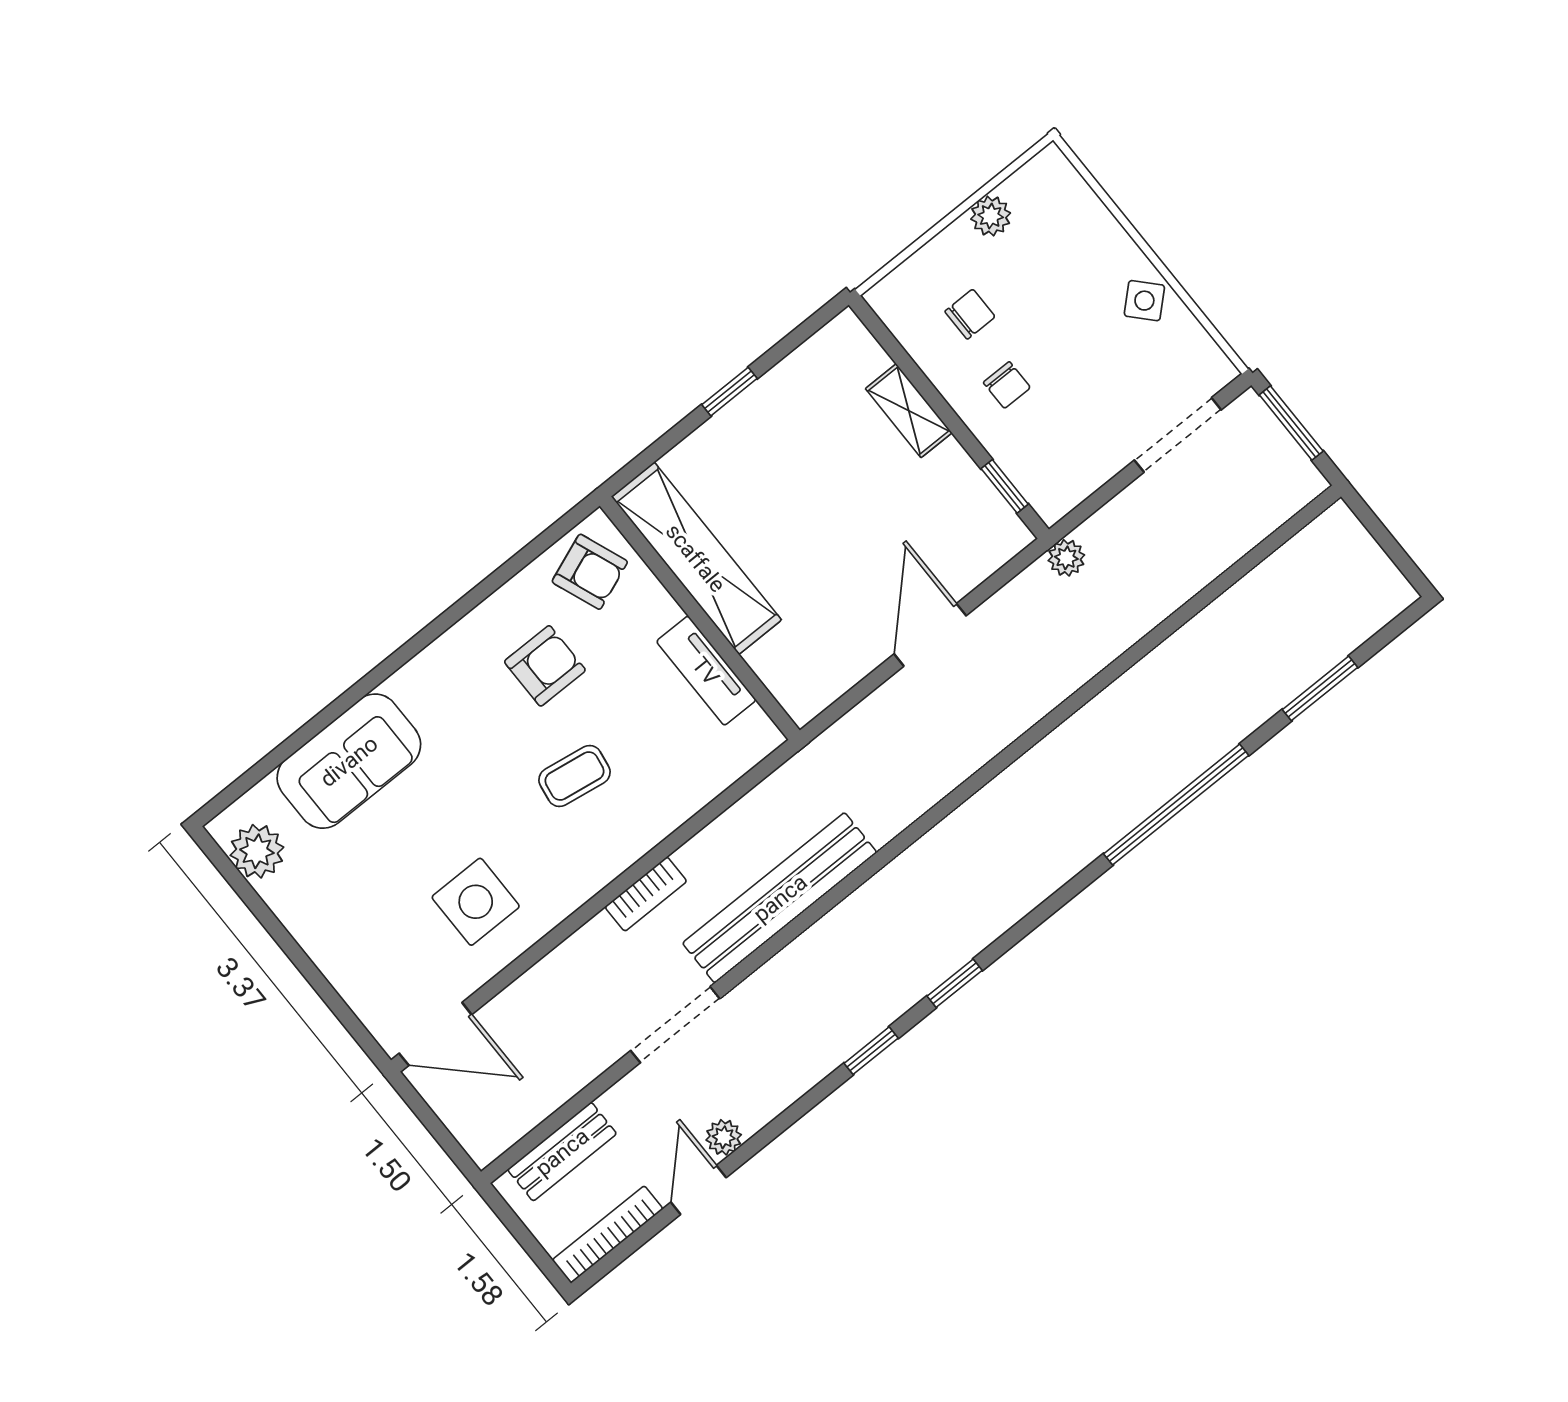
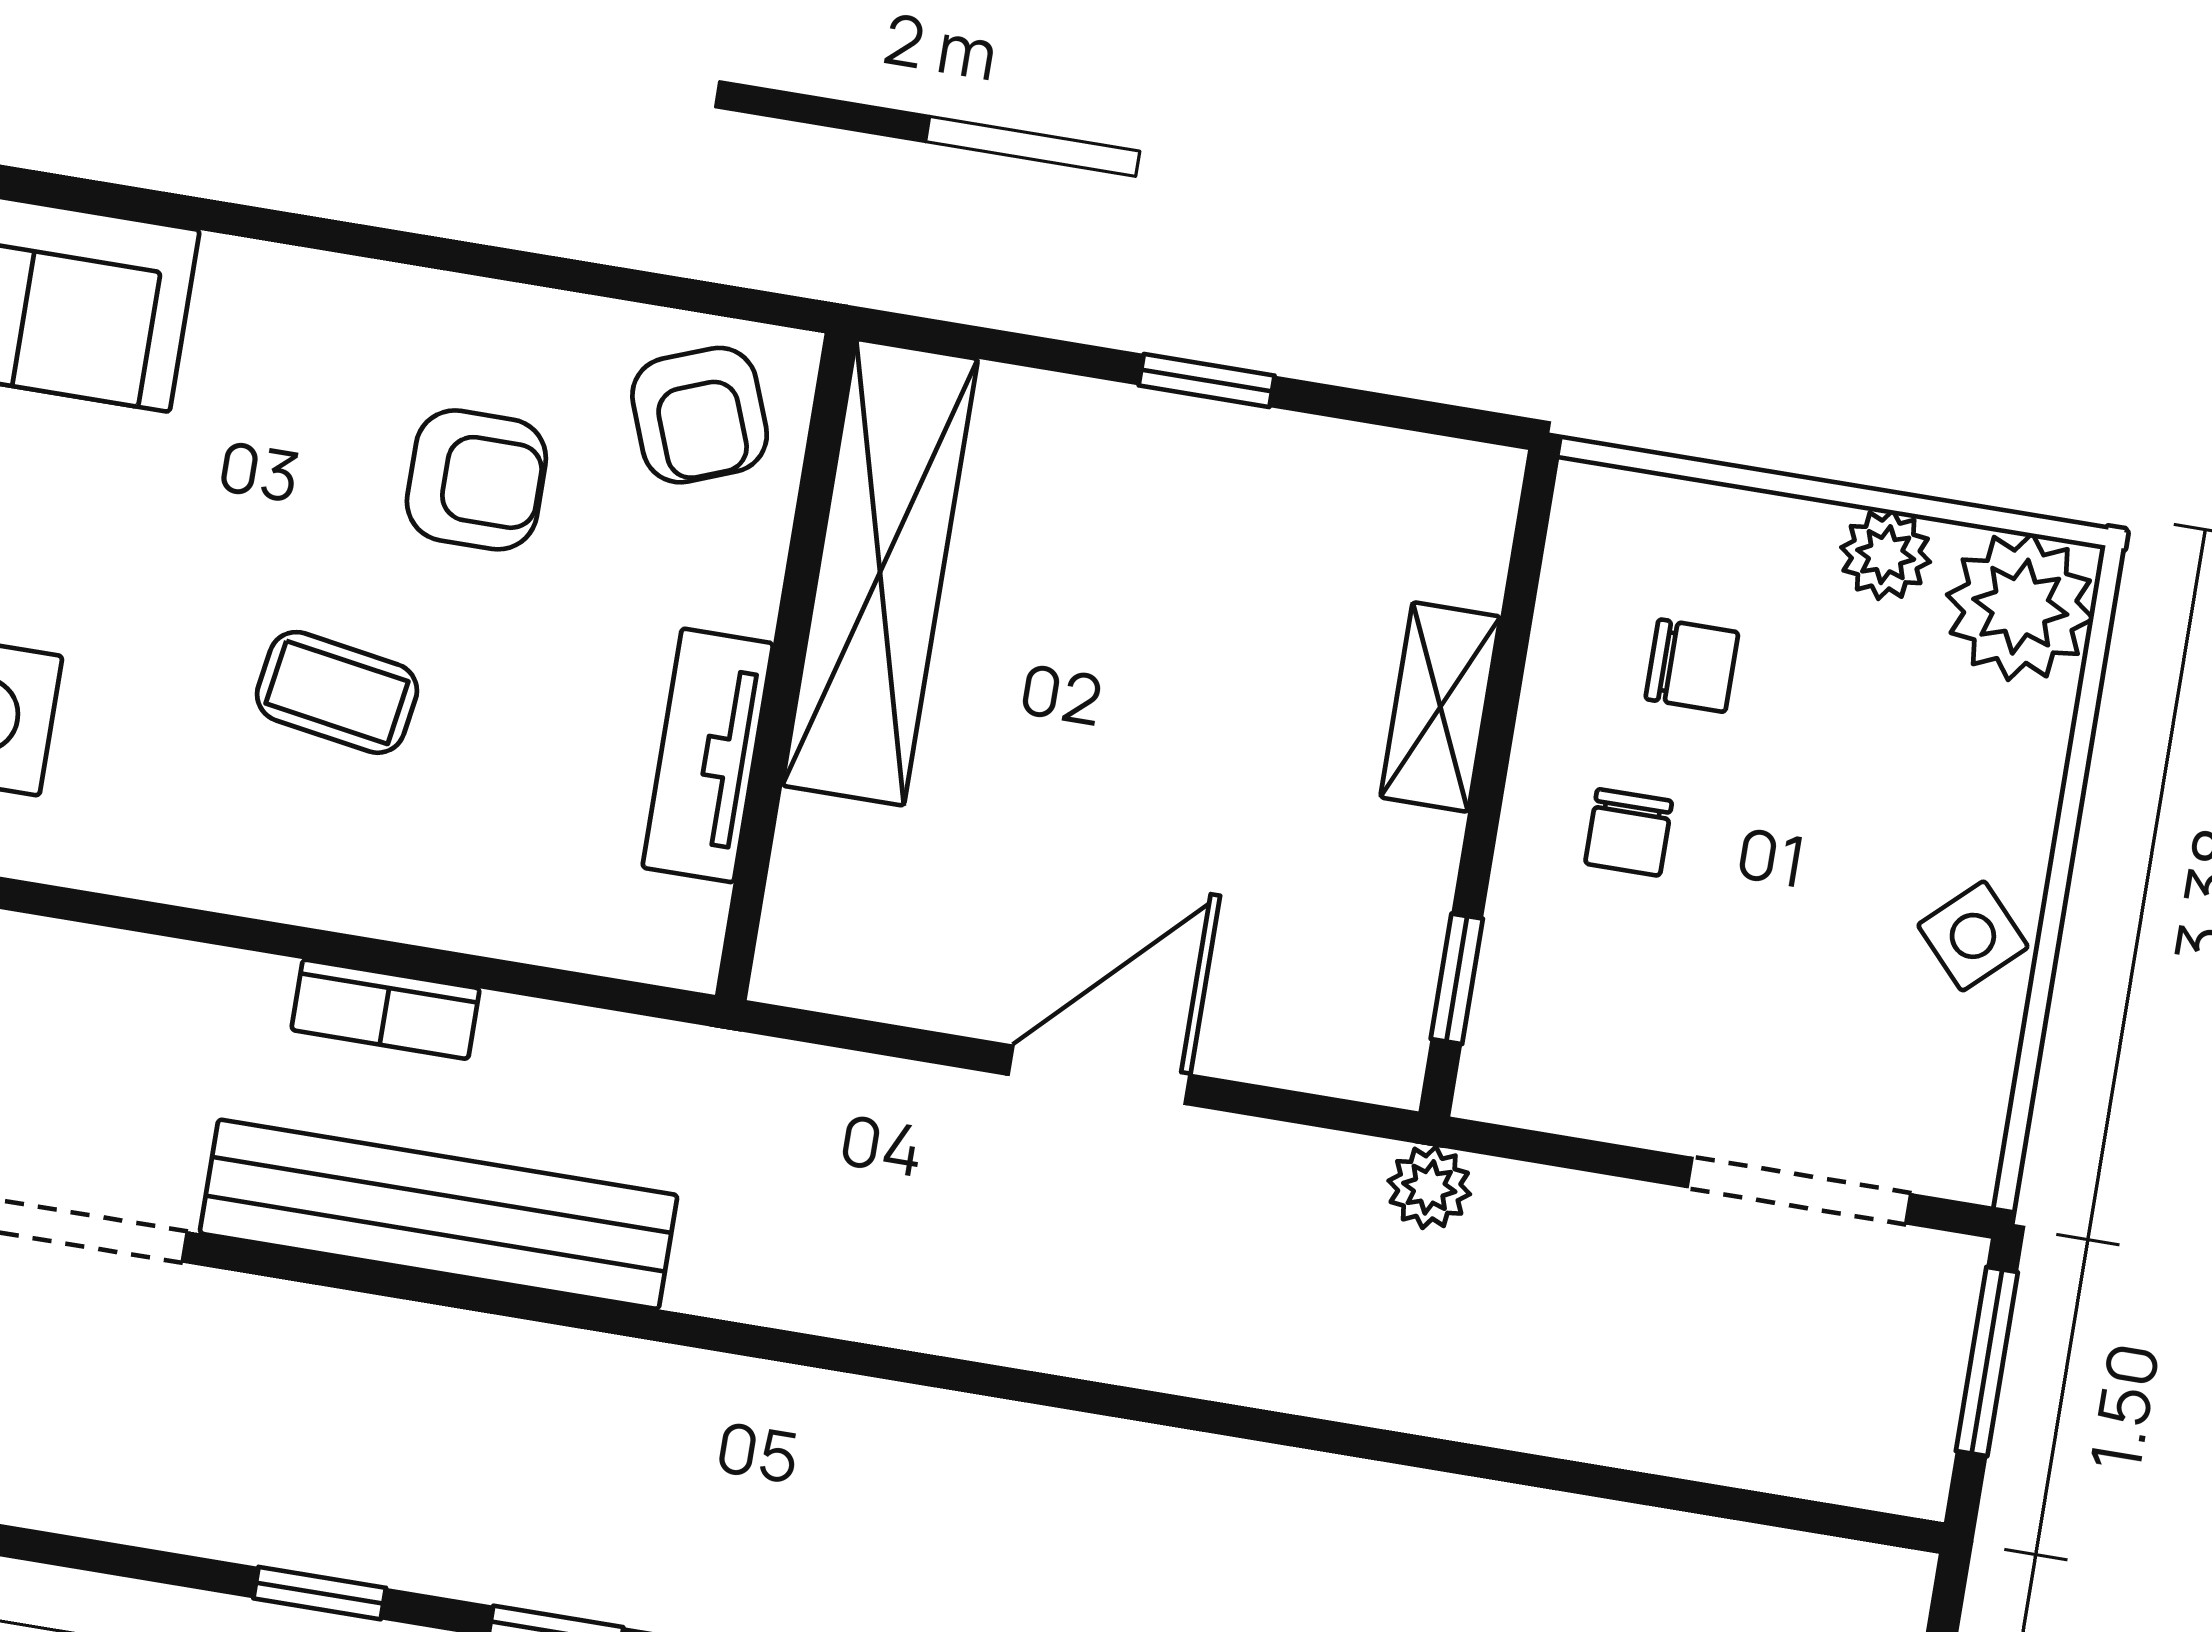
plant: (1048, 186) -> (2020, 607), added
bookcase: (646, 894) -> (386, 1009), moved

